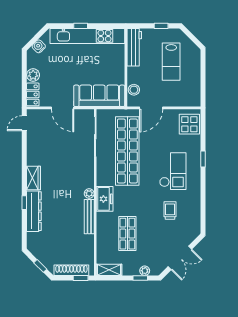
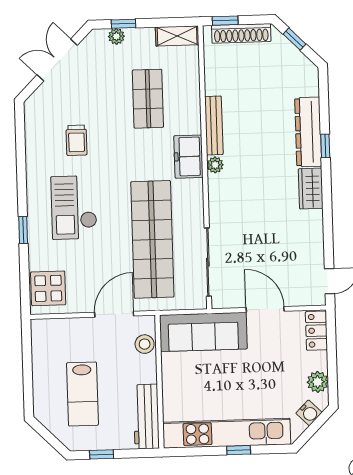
lab bench: (171, 62) -> (82, 394), turned 180
plant: (33, 75) -> (318, 382), moved

